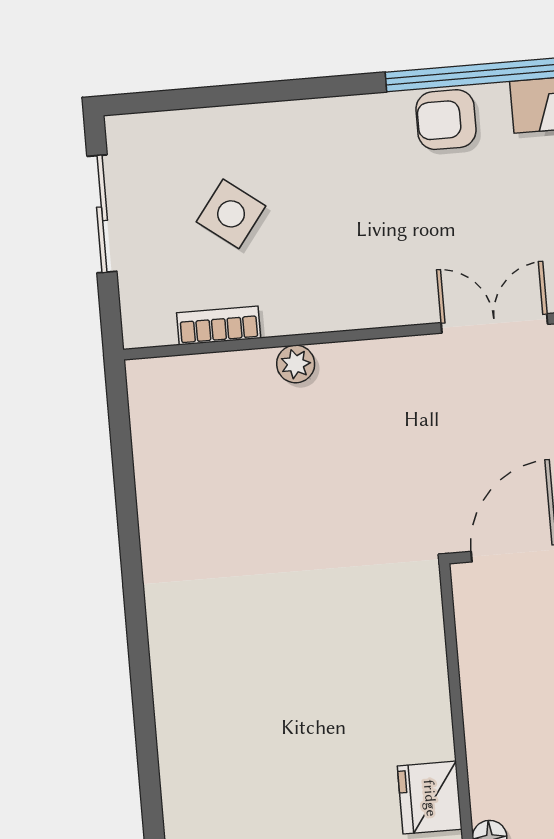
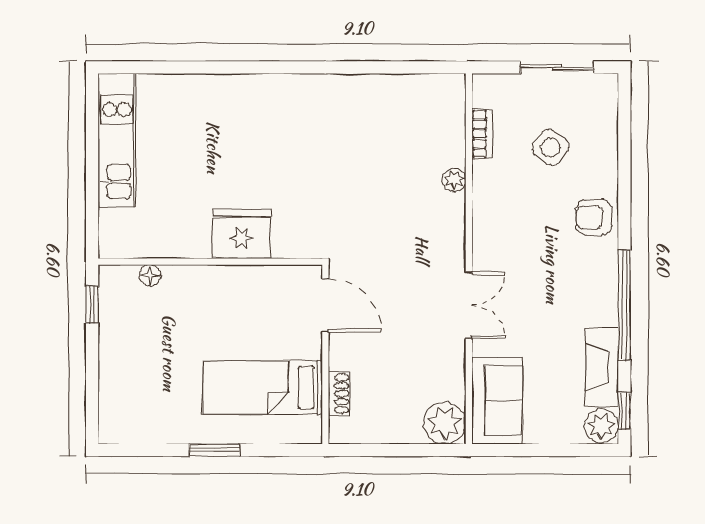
armchair: (446, 120) -> (594, 217), moved, turned -90
fridge: (430, 798) -> (242, 234), moved, width x1.36, depth x1.34

